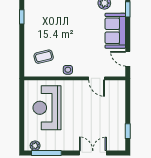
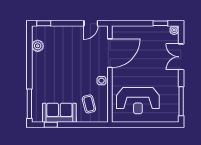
sofa: (115, 31) -> (59, 113), moved, turned 180
door: (97, 78) -> (110, 53), width x1.88
plant: (35, 146) -> (174, 30), moved

